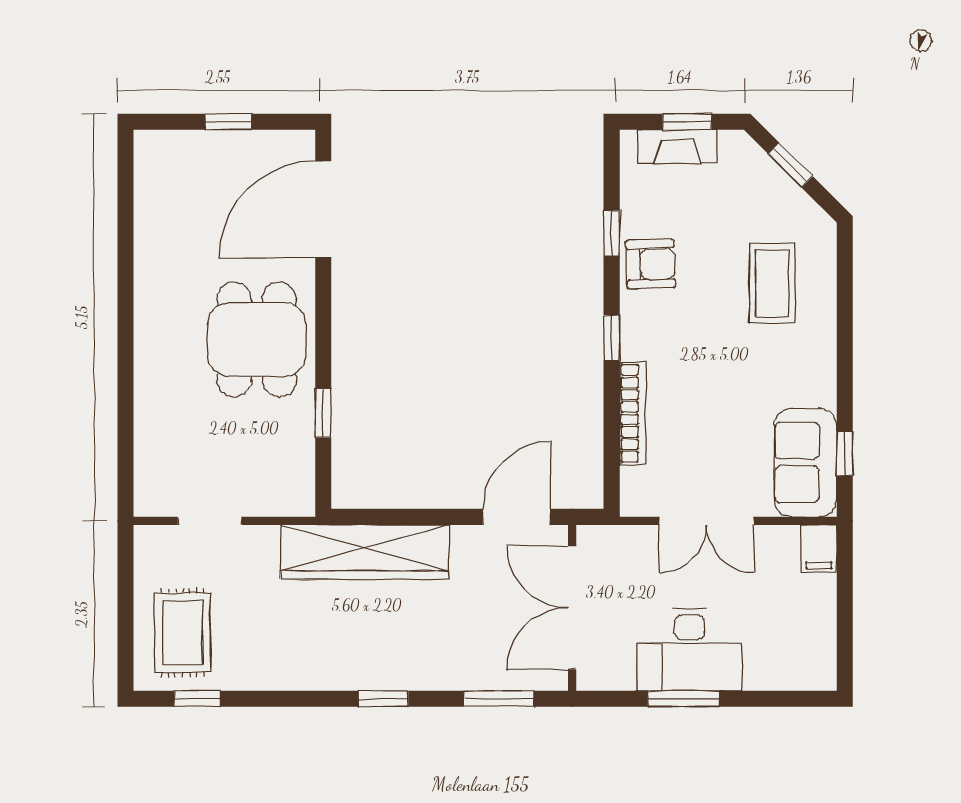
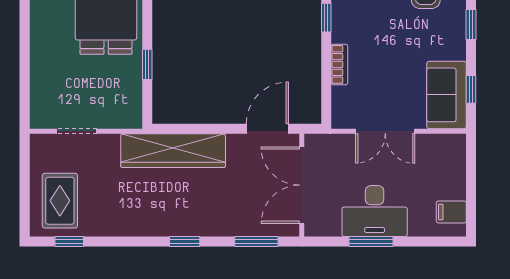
window: (845, 349) -> (471, 25), added
bookcase: (633, 413) -> (339, 64), width x0.64
filing cabinet: (819, 549) -> (451, 212), moved, turned 90

